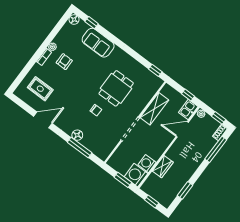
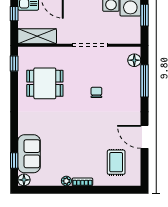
sofa: (98, 43) -> (29, 154), moved
armchair: (64, 62) -> (72, 159), removed
dining table: (116, 88) -> (45, 83), moved
shelving: (154, 109) -> (37, 36), moved
floor lamp: (77, 135) -> (134, 60), moved

